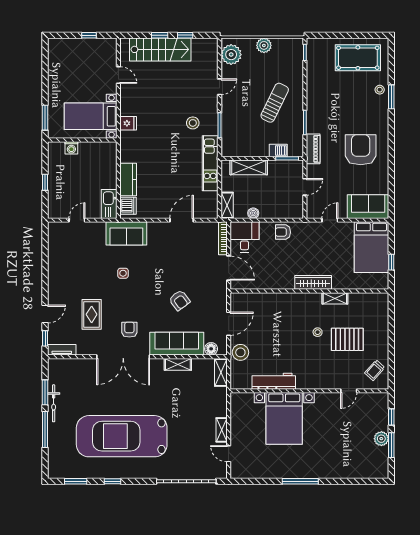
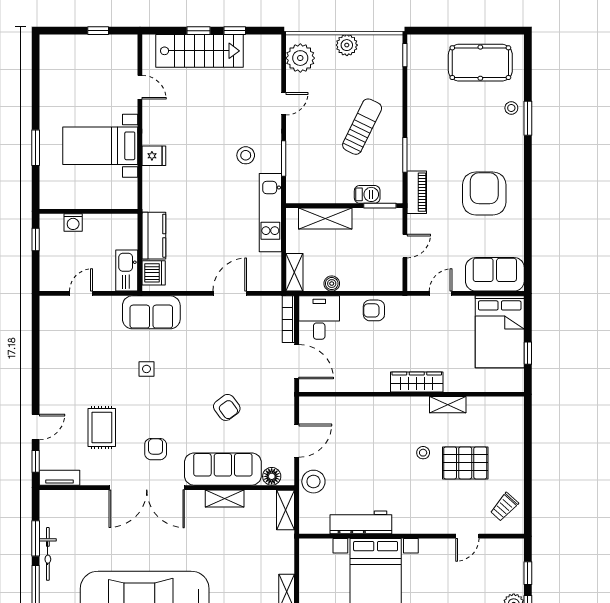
wall: (82, 140) -> (89, 211), moved
washing machine: (71, 148) -> (73, 223), moved

